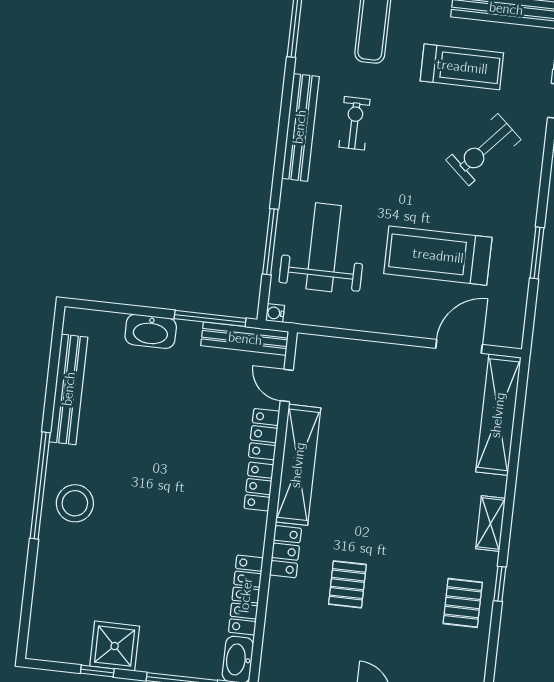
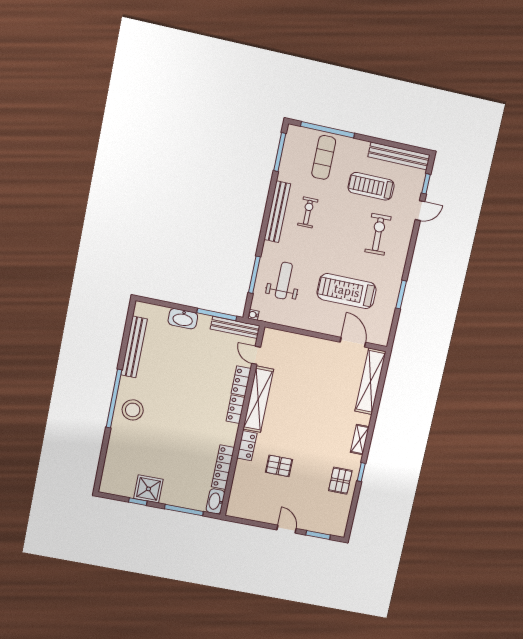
treadmill: (462, 67) -> (371, 186), turned 180
exercise bike: (483, 150) -> (378, 234), turned 136
weight bench: (324, 247) -> (284, 281), width x0.73, depth x0.75
door: (459, 346) -> (353, 342), hinge flipped
pallet: (347, 584) -> (279, 466), turned 90

